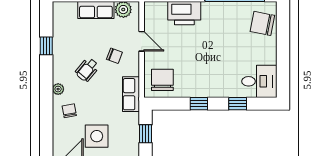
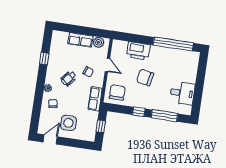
chair: (262, 23) -> (145, 77), moved
desk: (259, 81) -> (182, 93), moved
window: (238, 104) -> (164, 116), width x2.17

